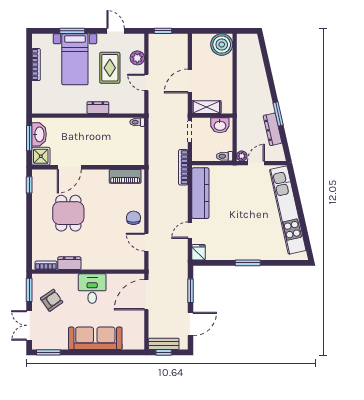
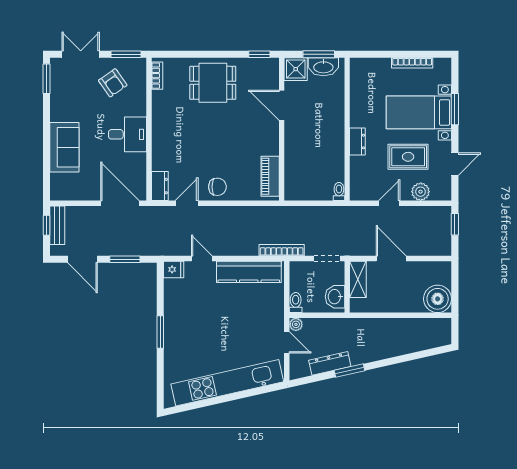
dining table: (68, 213) -> (213, 83), moved
dresser: (69, 263) -> (160, 186), moved
sofa: (95, 338) -> (64, 147), width x0.73

